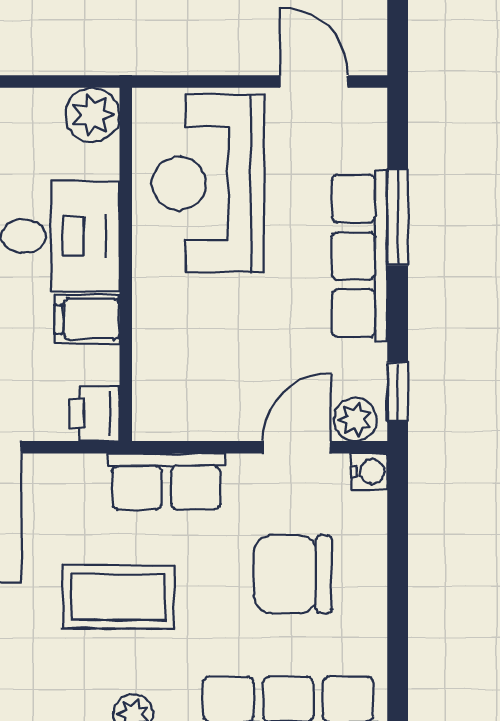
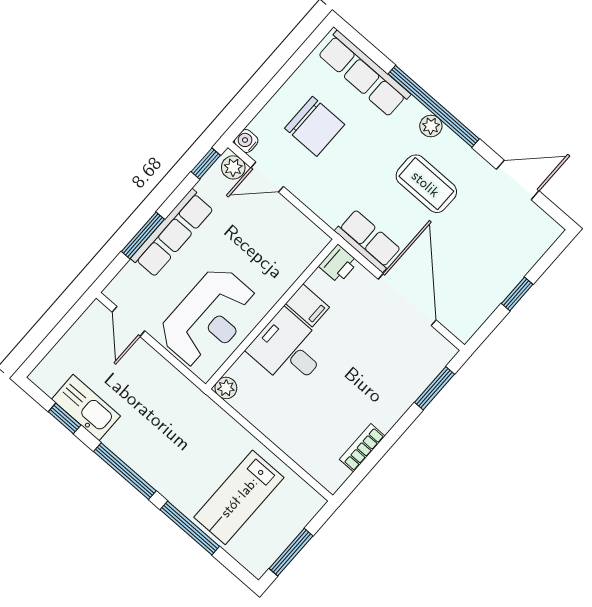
plant: (92, 115) -> (226, 388), width x0.73, depth x0.73
row of seats: (166, 481) -> (368, 240), moved
coffee table: (118, 597) -> (426, 184), moved

